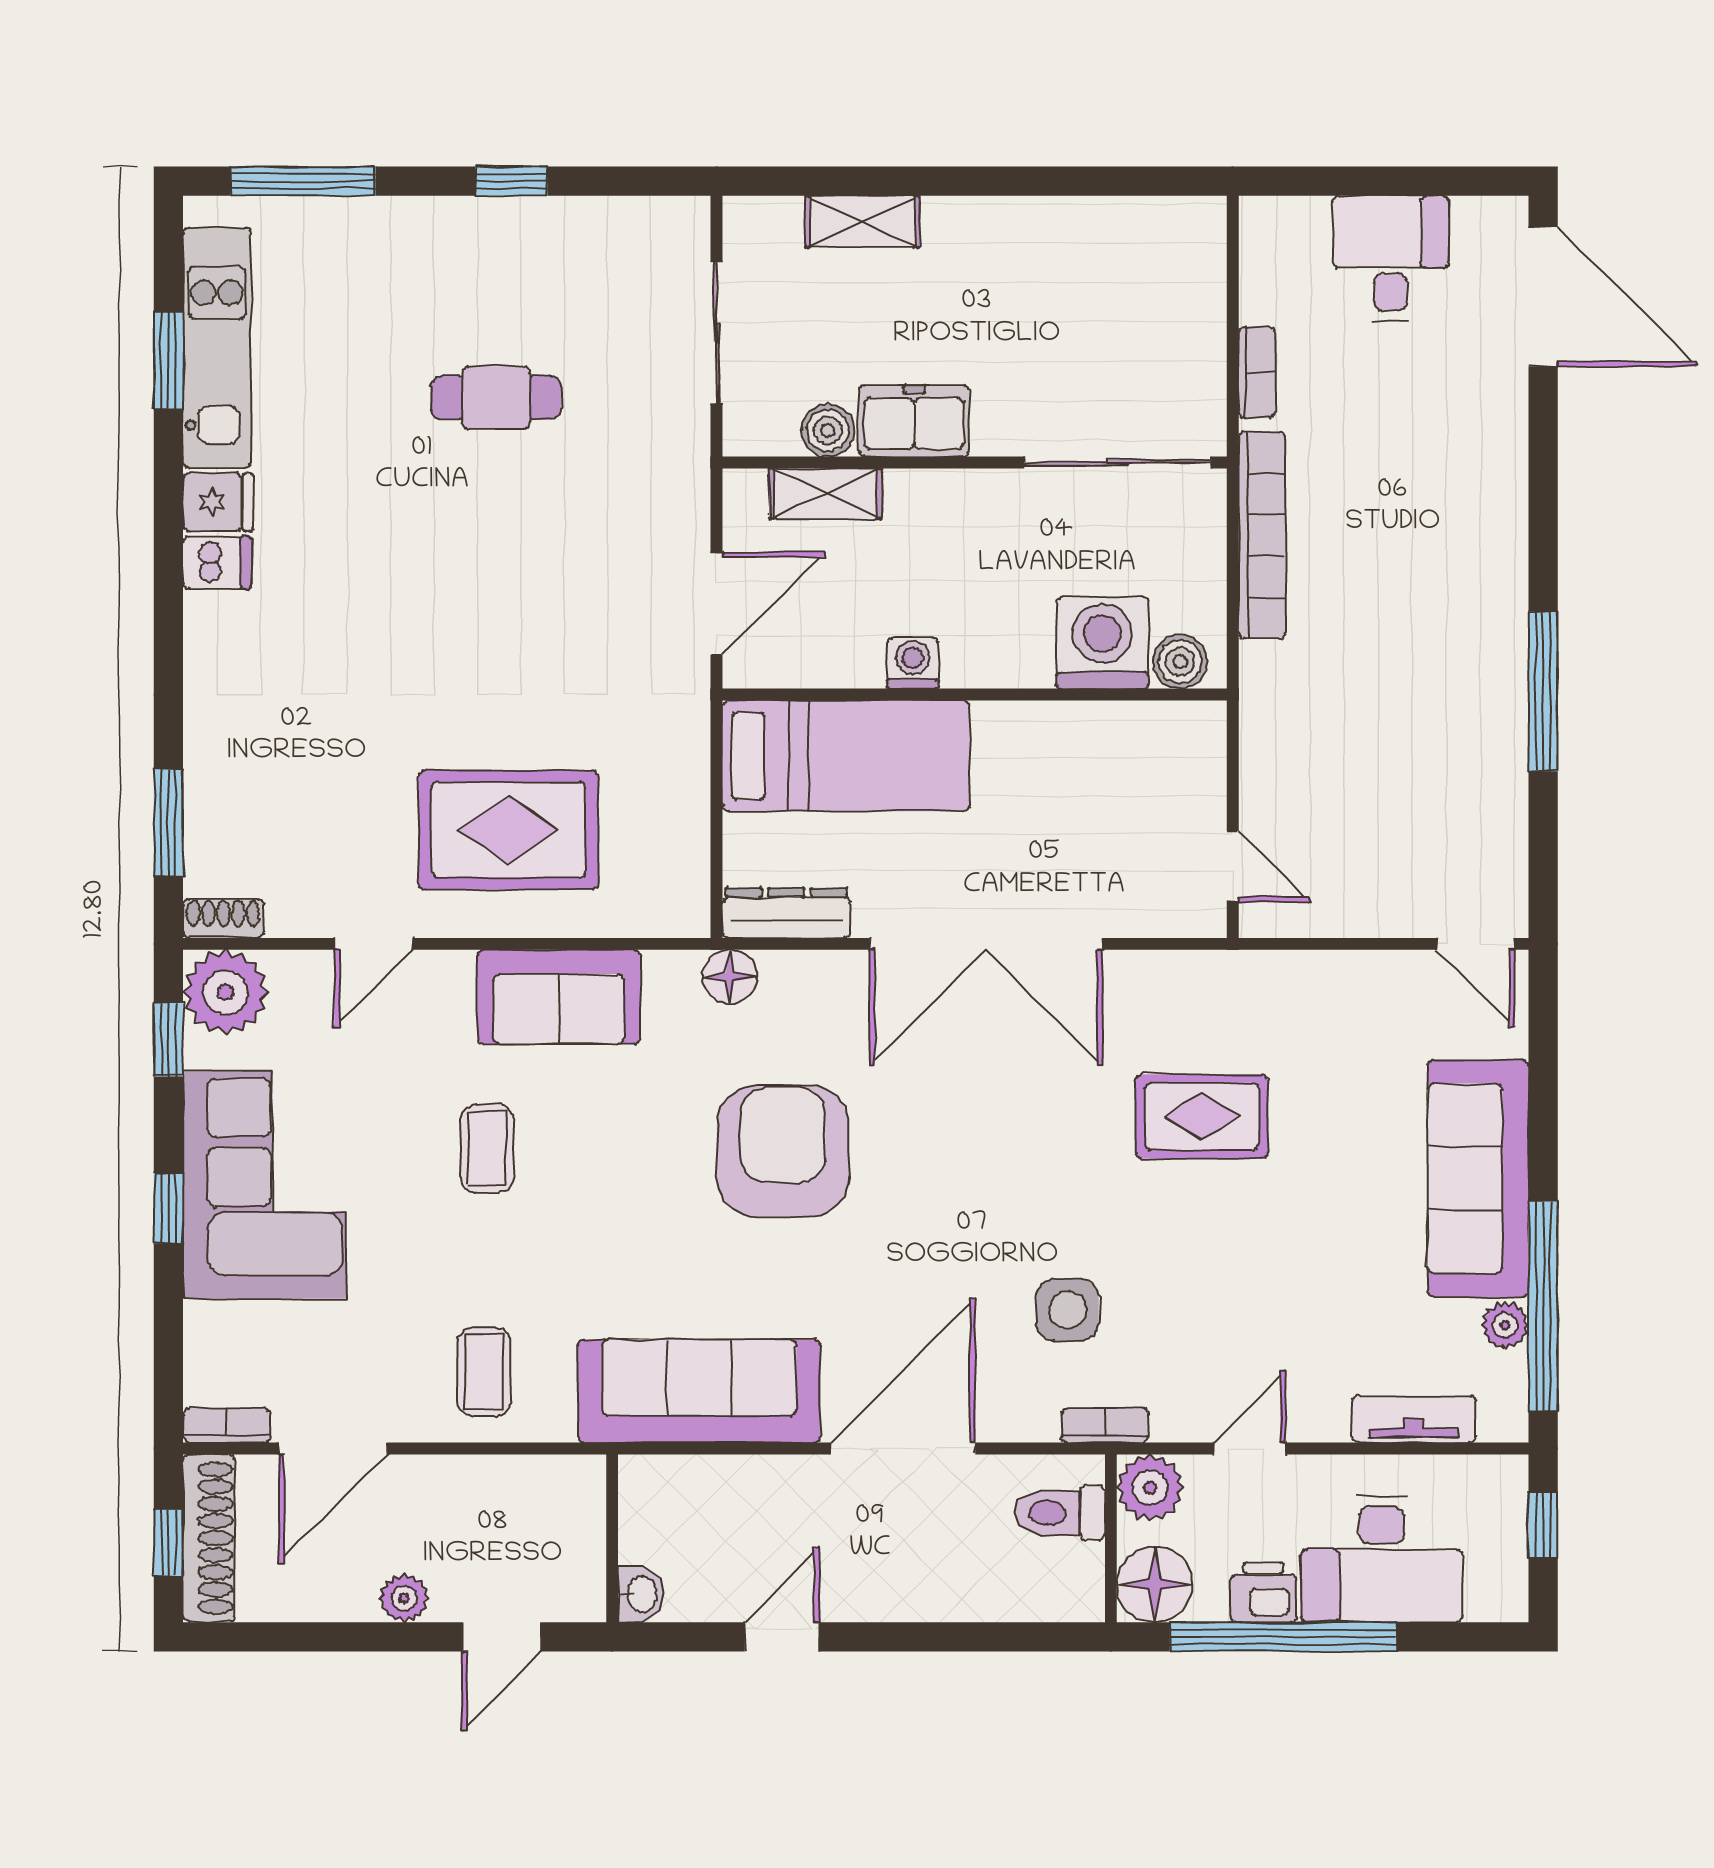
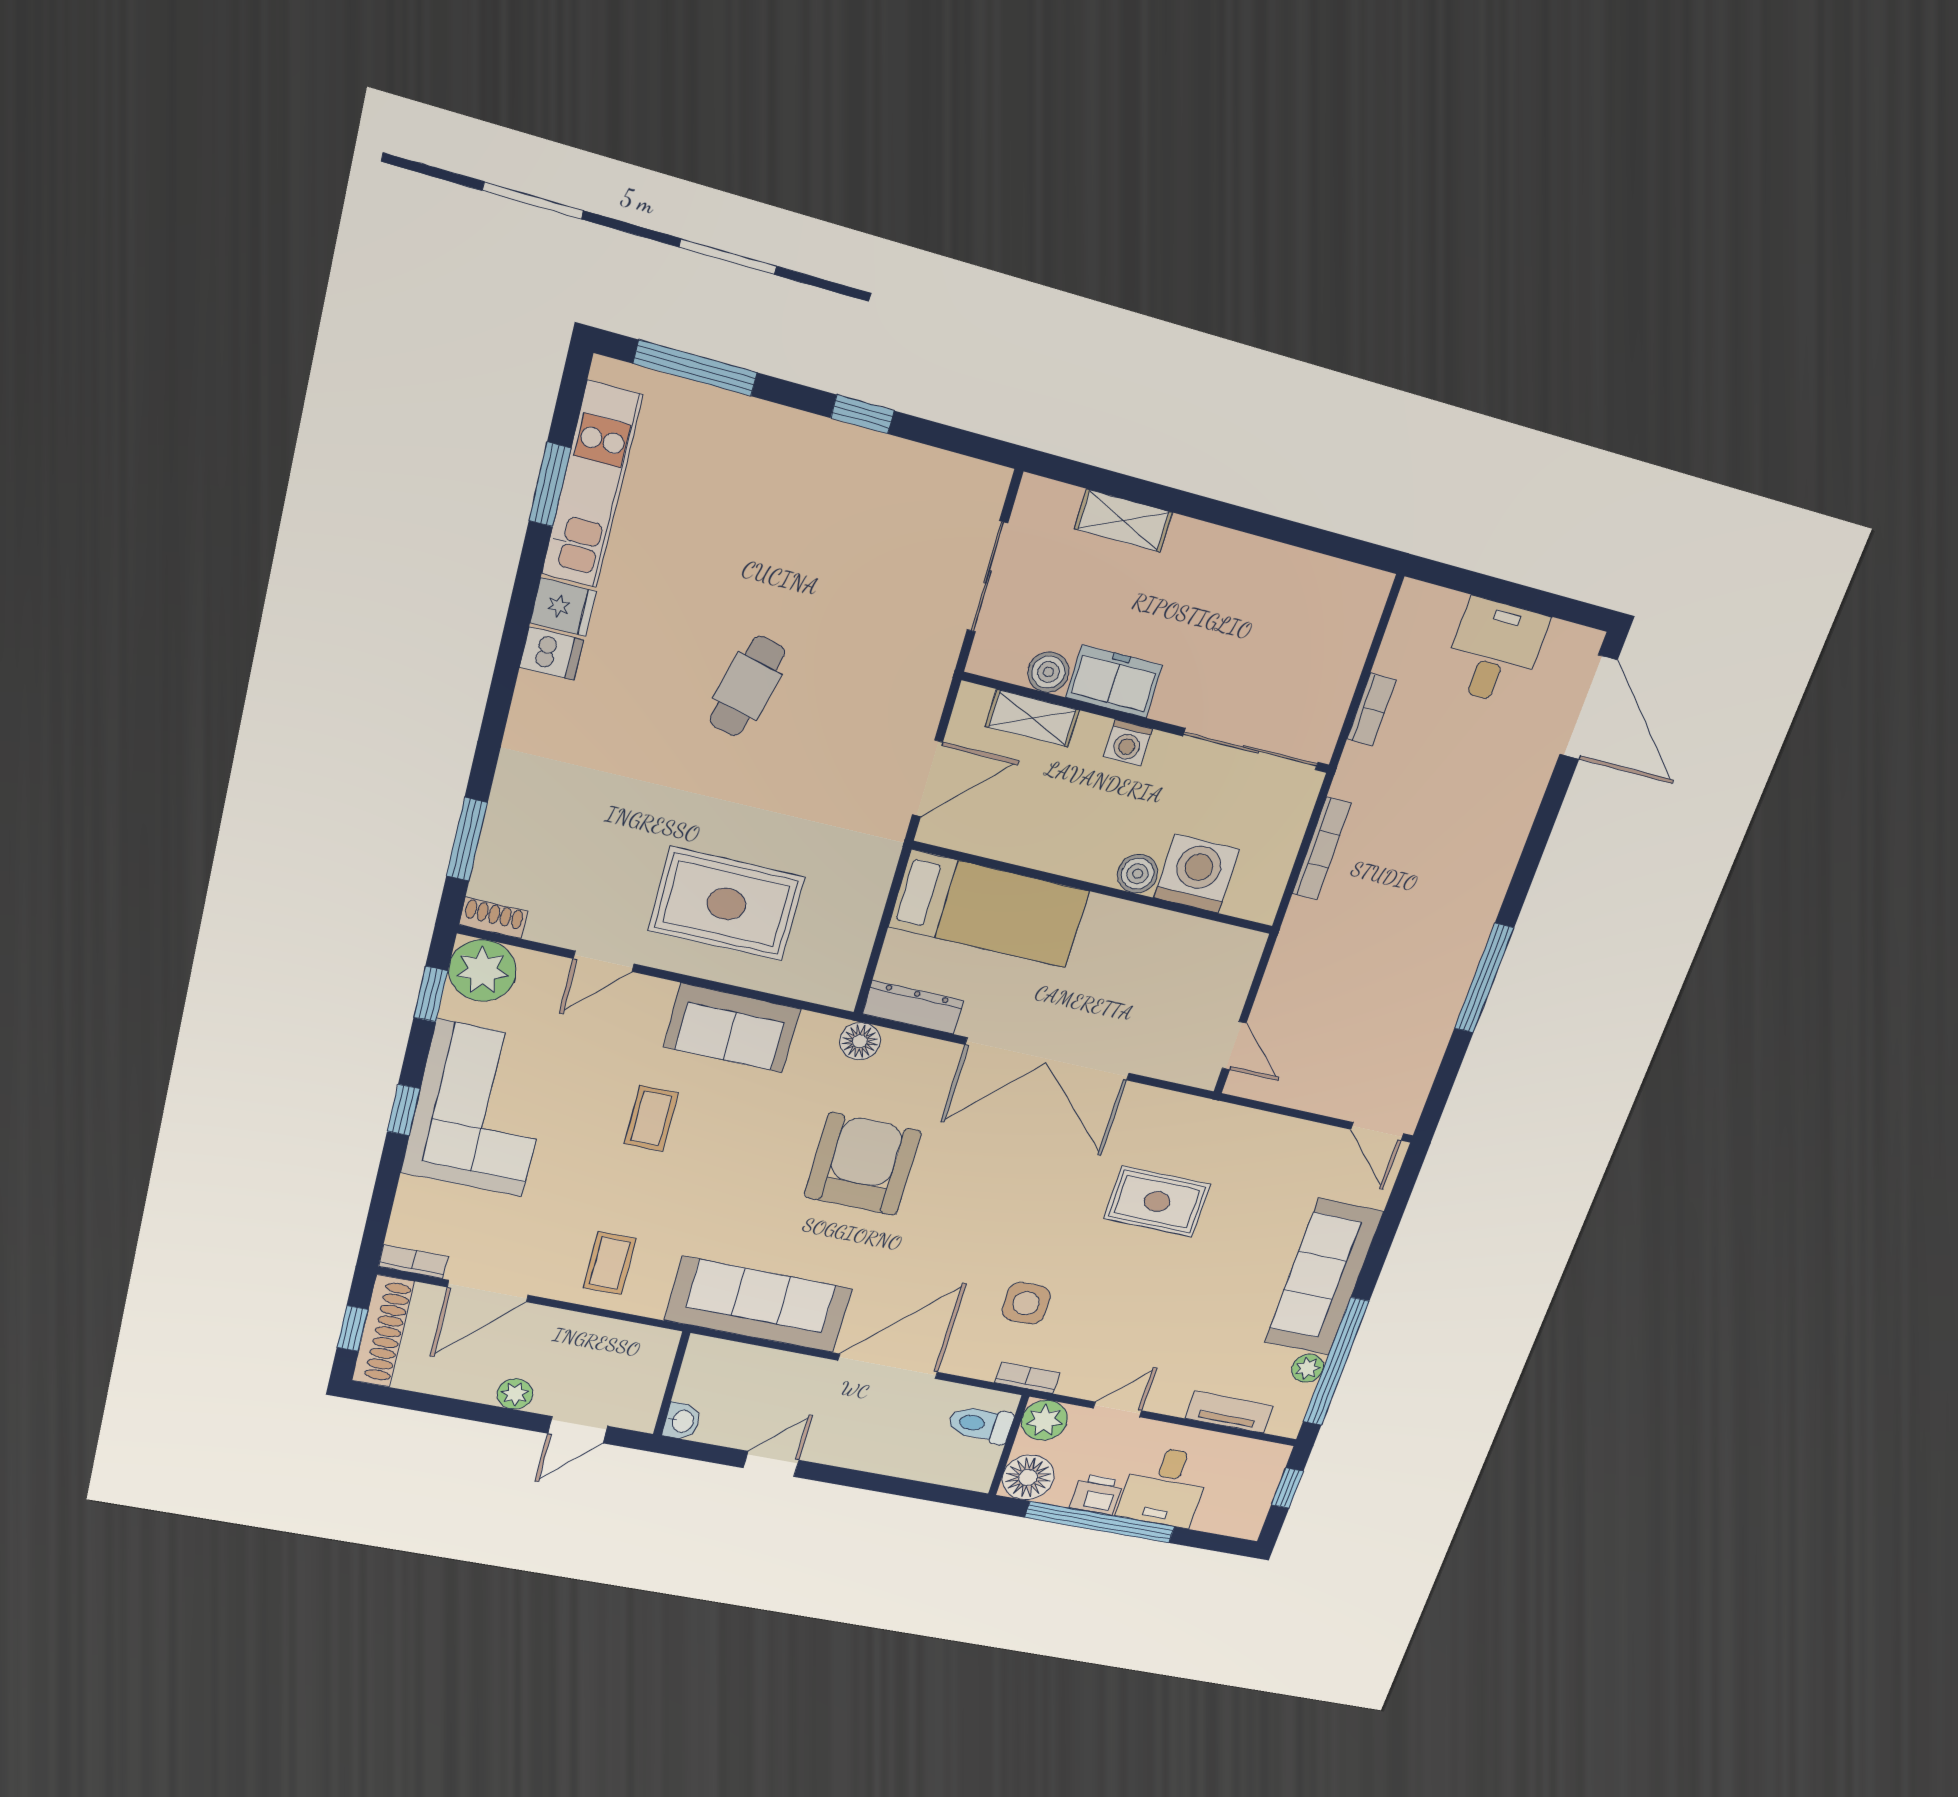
cafe table: (496, 398) -> (747, 686), moved, turned -76
bookcase: (1262, 535) -> (1322, 849), width x0.68, depth x0.76
boiler: (1180, 662) -> (1138, 874), moved
washing machine: (913, 663) -> (1128, 743), moved, turned 180
desk: (1382, 1559) -> (1165, 1487), width x0.73

